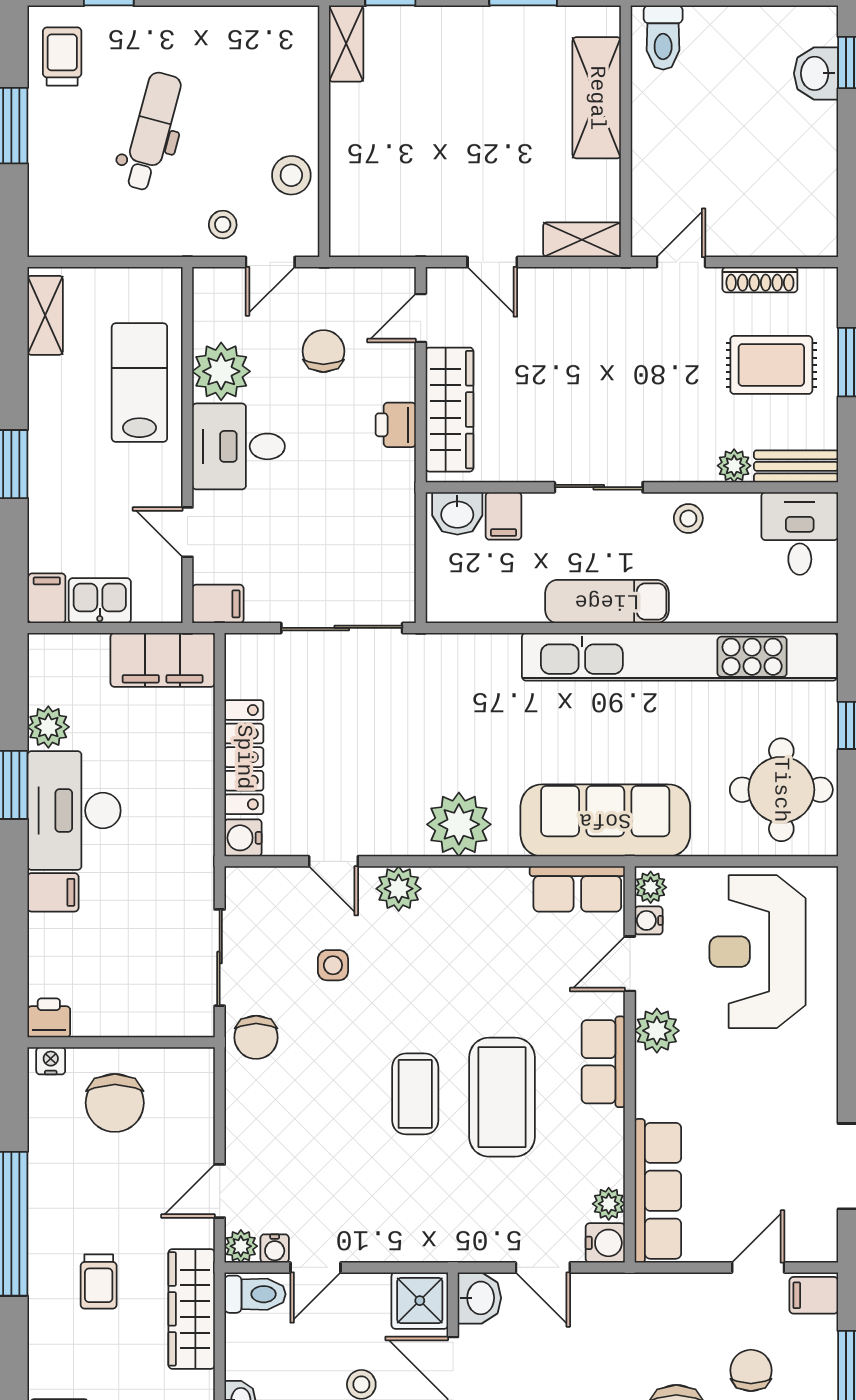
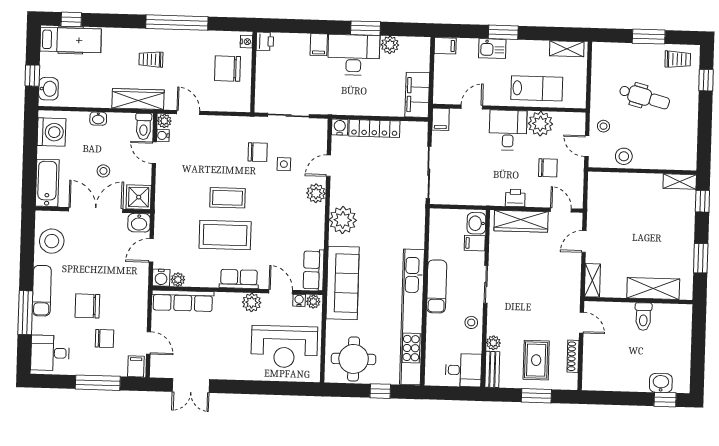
toilet: (663, 38) -> (643, 317), moved, turned -90
kitchen sink: (100, 601) -> (492, 49), moved, turned 90
reception desk: (758, 952) -> (284, 347), turned 180
chair: (256, 1037) -> (258, 152), moved, turned 180

